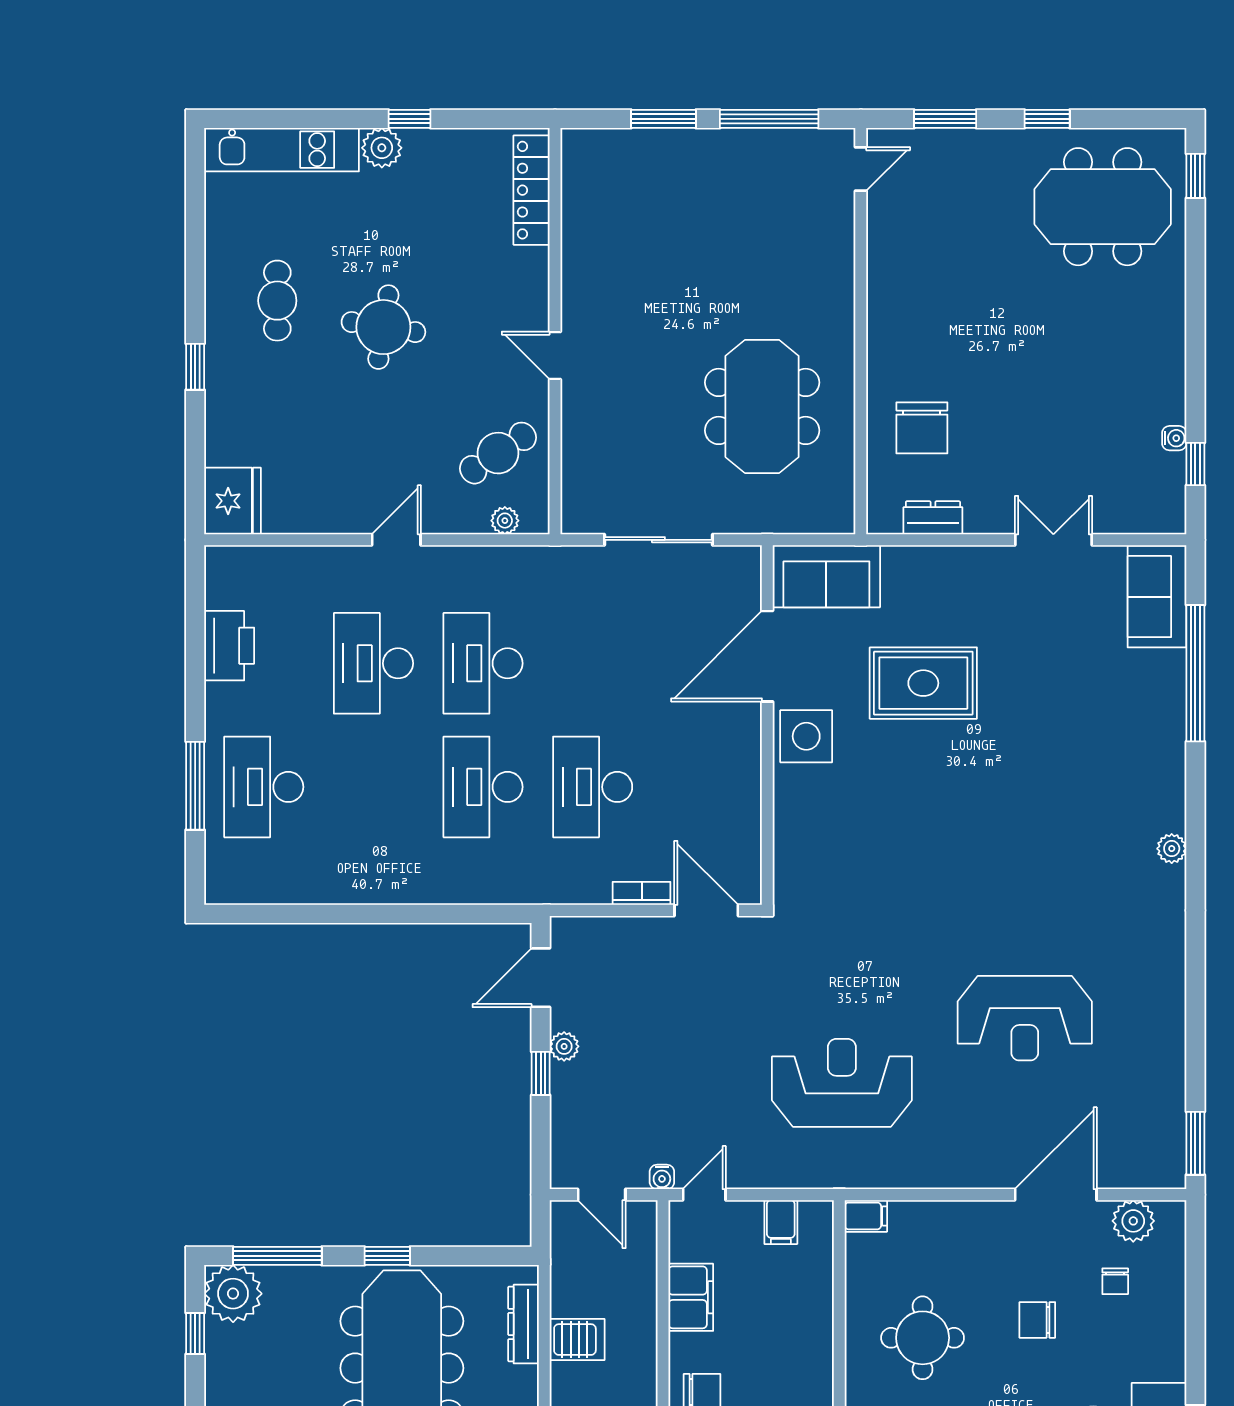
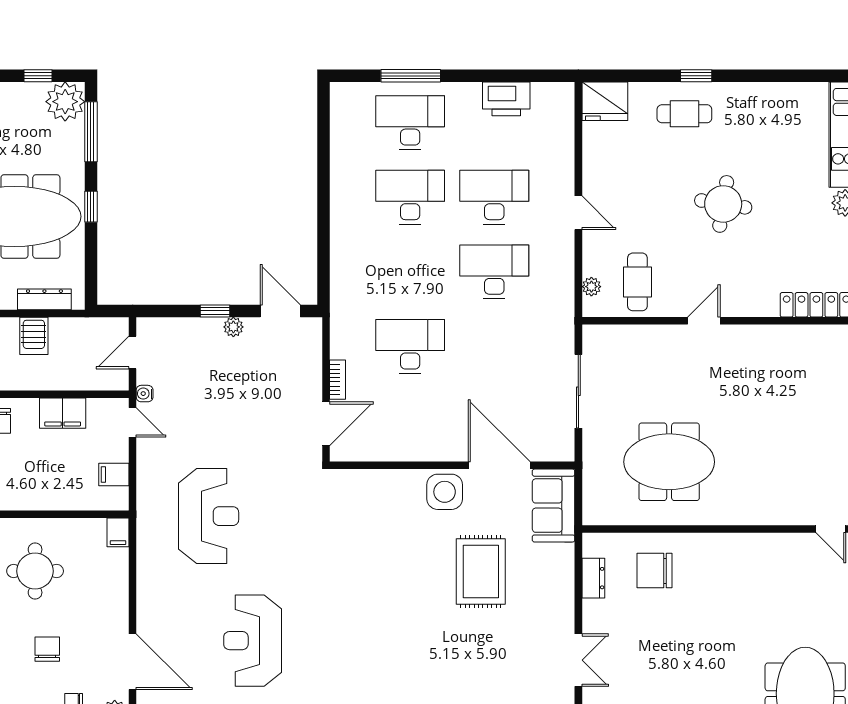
cafe table: (277, 301) -> (684, 114), moved
cafe table: (498, 453) -> (637, 282), turned 34
desk: (483, 787) -> (410, 197), moved

